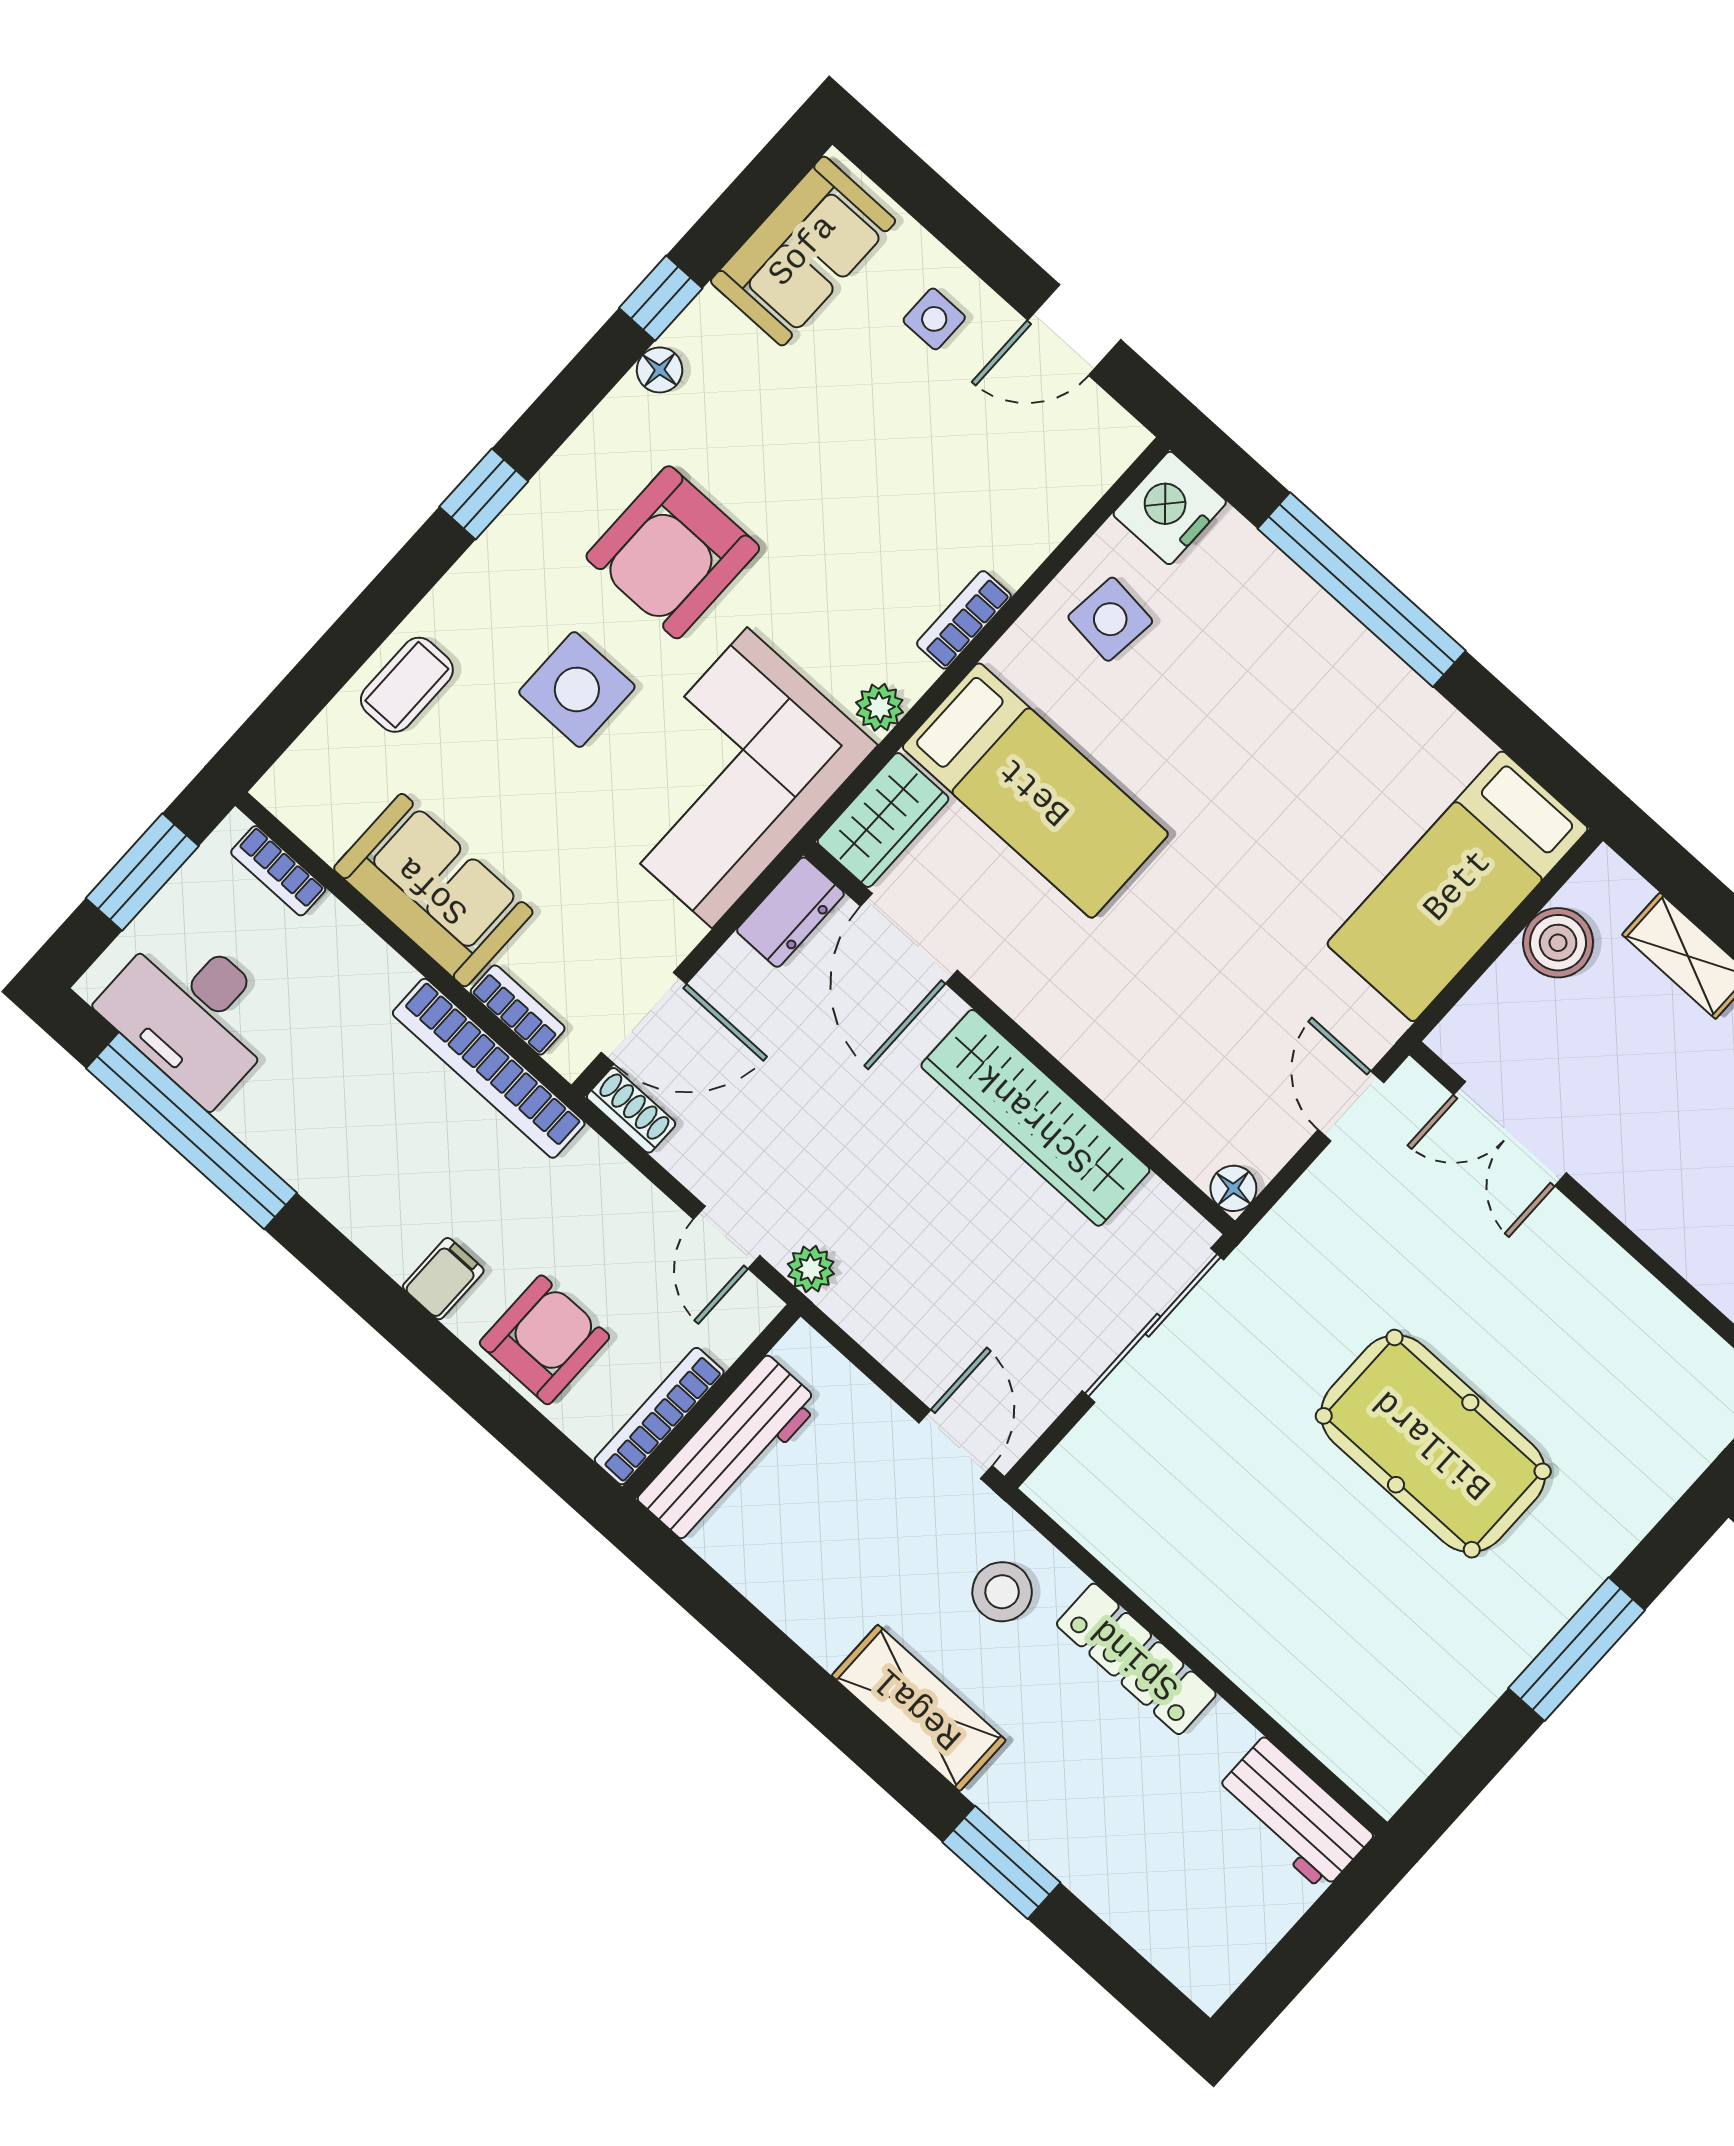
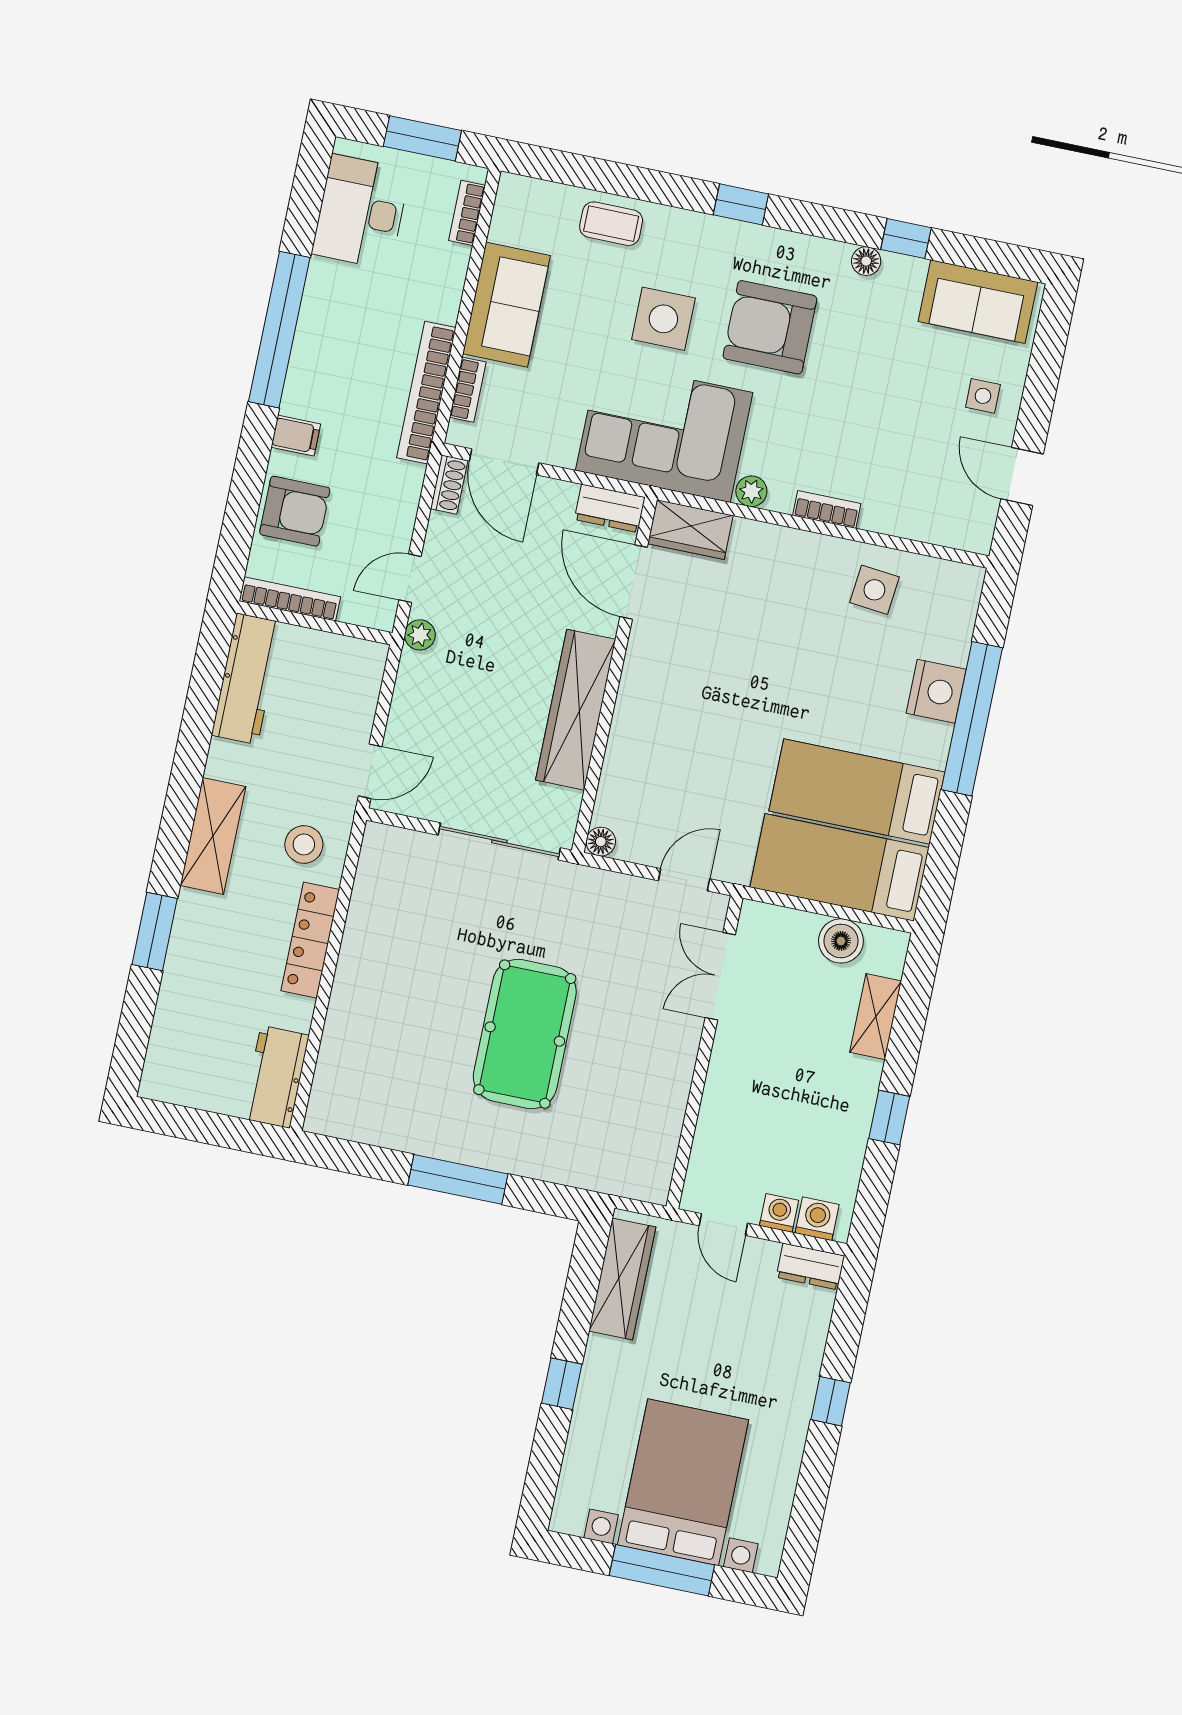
nightstand: (1170, 508) -> (936, 691), moved, turned 90
bed: (1035, 791) -> (857, 792), moved, turned 90
door: (909, 938) -> (634, 582), hinge flipped
window: (191, 1131) -> (279, 330), moved
workbench: (729, 1451) -> (247, 679), moved, turned -90

